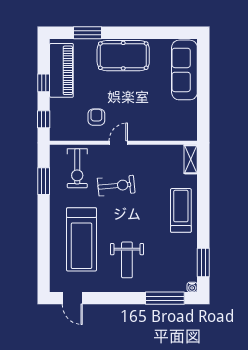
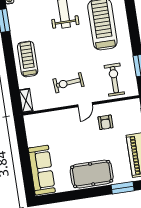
exercise bike: (116, 186) -> (68, 83), moved
treadmill: (181, 210) -> (28, 59), turned 180

